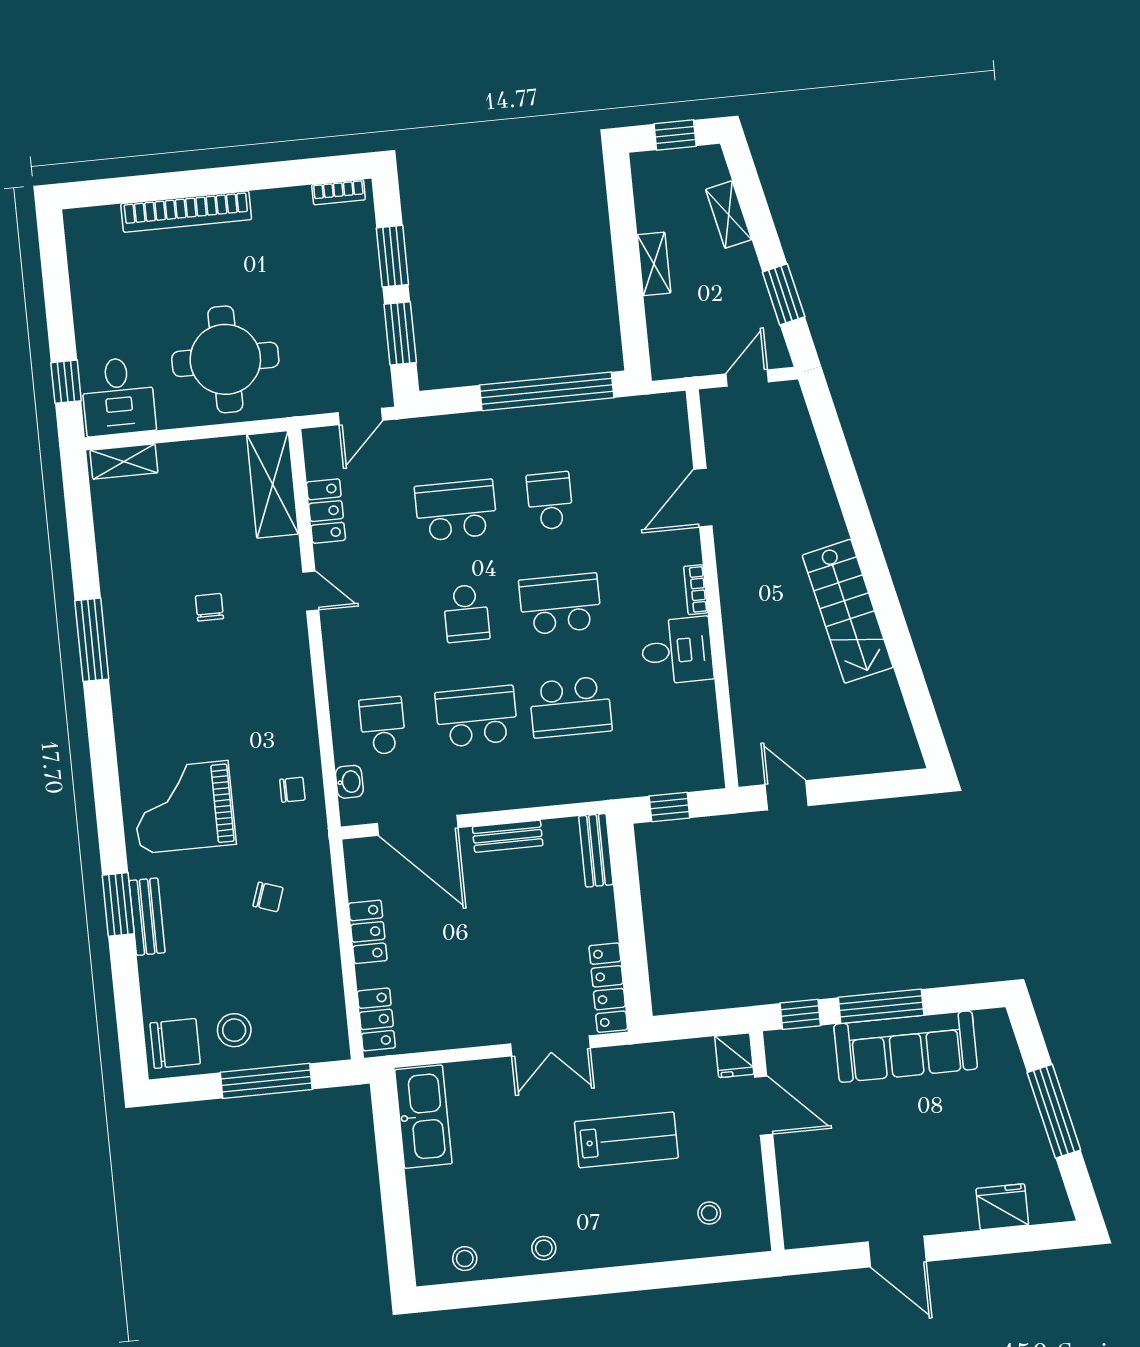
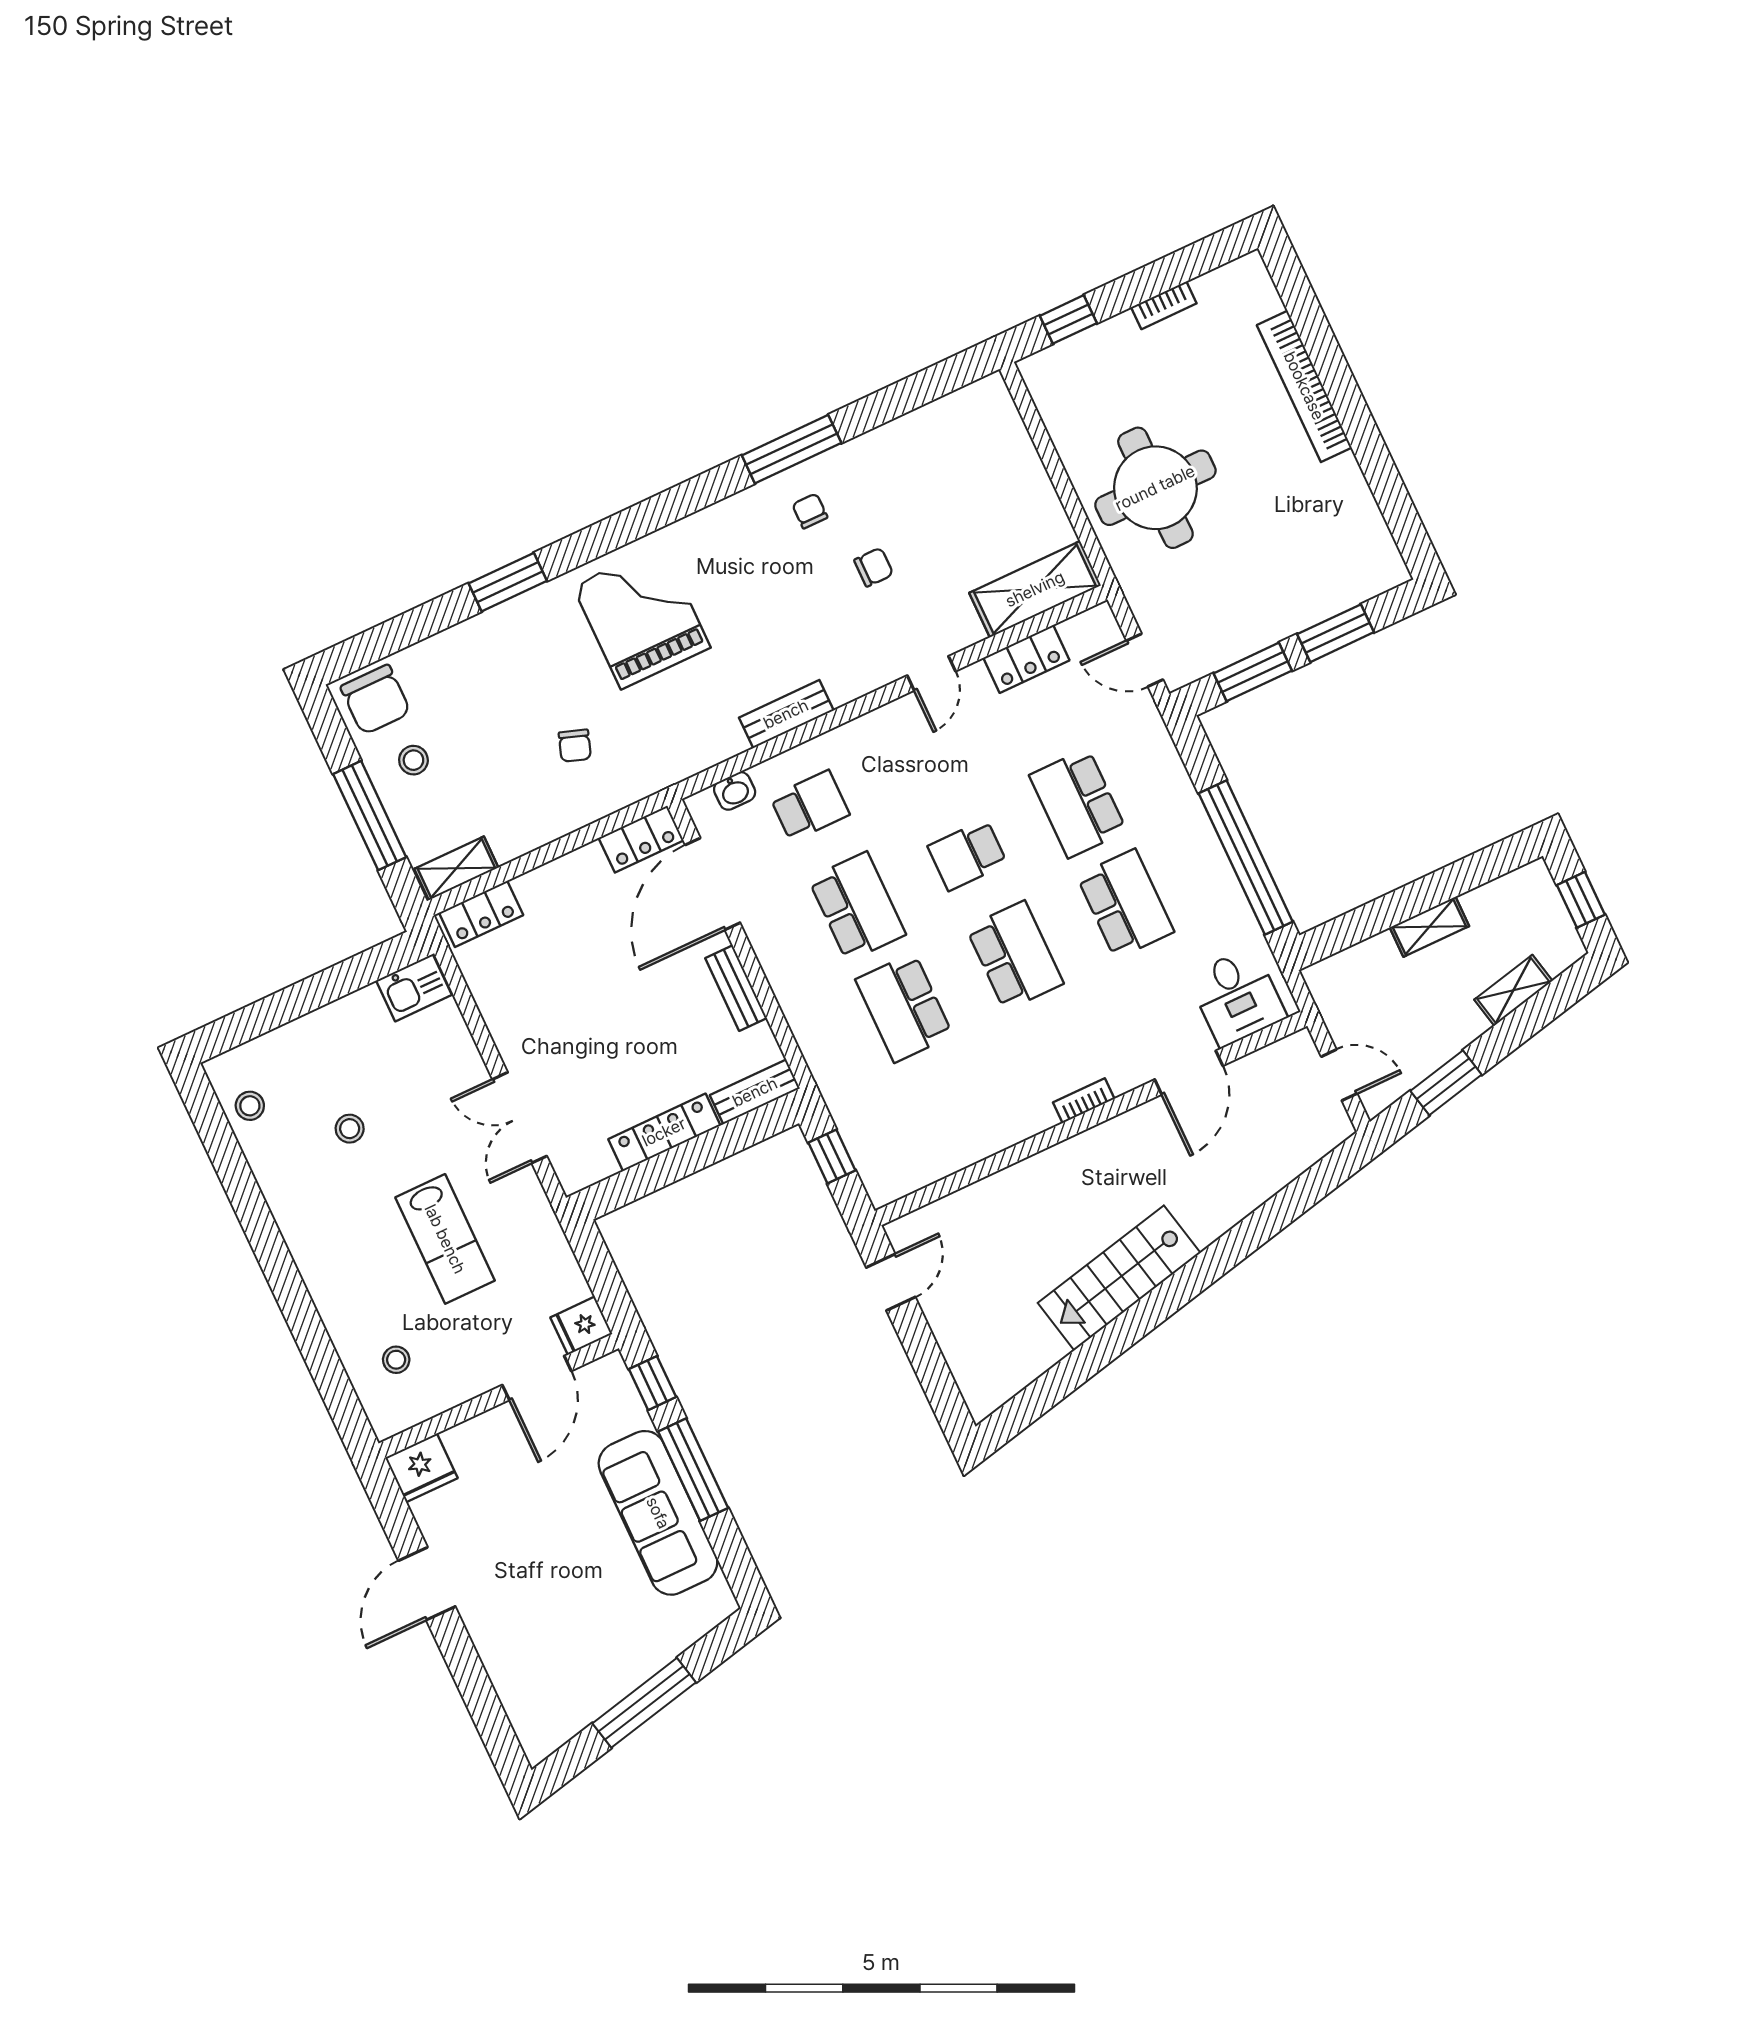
bookcase: (339, 192) -> (1164, 305), moved, turned -90
desk: (118, 396) -> (1072, 383), removed
shelving: (124, 461) -> (456, 868), moved, turned 90
door: (703, 498) -> (1189, 1073), swing flipped
school desk: (550, 501) -> (1125, 904), width x1.85
school desk: (456, 510) -> (1078, 803), turned 180
desk: (677, 651) -> (1237, 997), moved
chair: (292, 790) -> (810, 511), moved, turned 180
bench: (147, 917) -> (786, 714), moved
locker: (368, 932) -> (641, 839), moved
locker: (608, 988) -> (664, 1132), moved
stool: (234, 1030) -> (413, 760), width x0.73, depth x0.73
kitchen sink: (423, 1117) -> (414, 988), width x0.53, depth x0.81
fridge: (1002, 1207) -> (421, 1468), moved, turned 90
stool: (544, 1248) -> (350, 1129), moved

